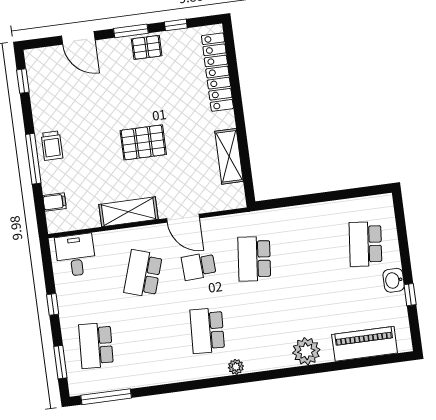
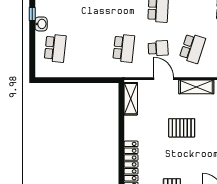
shelving: (229, 156) -> (131, 99), moved

